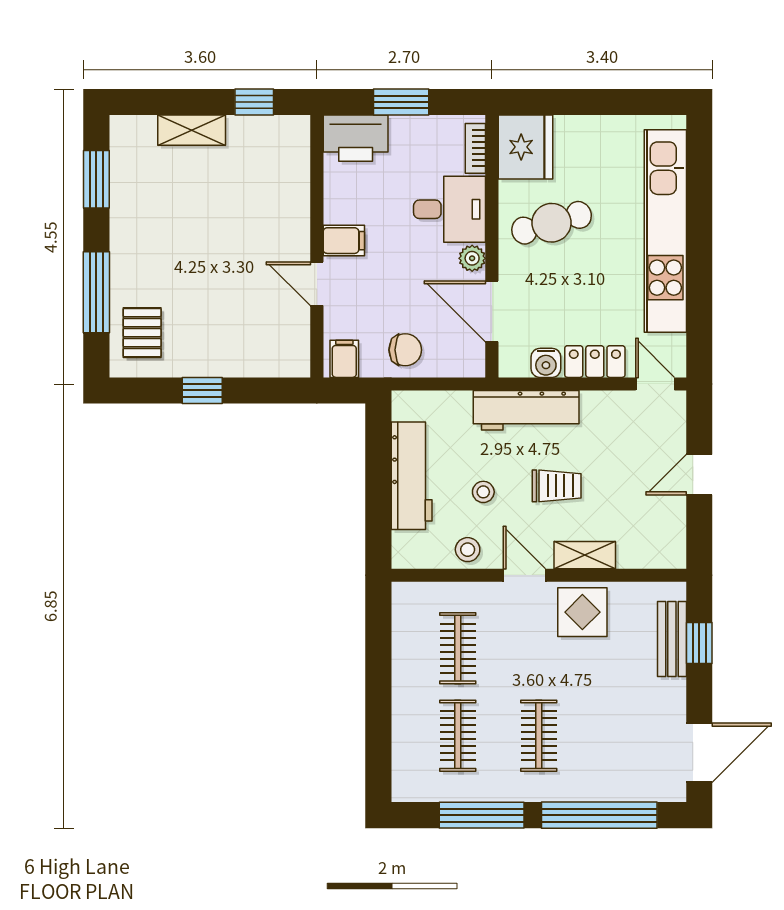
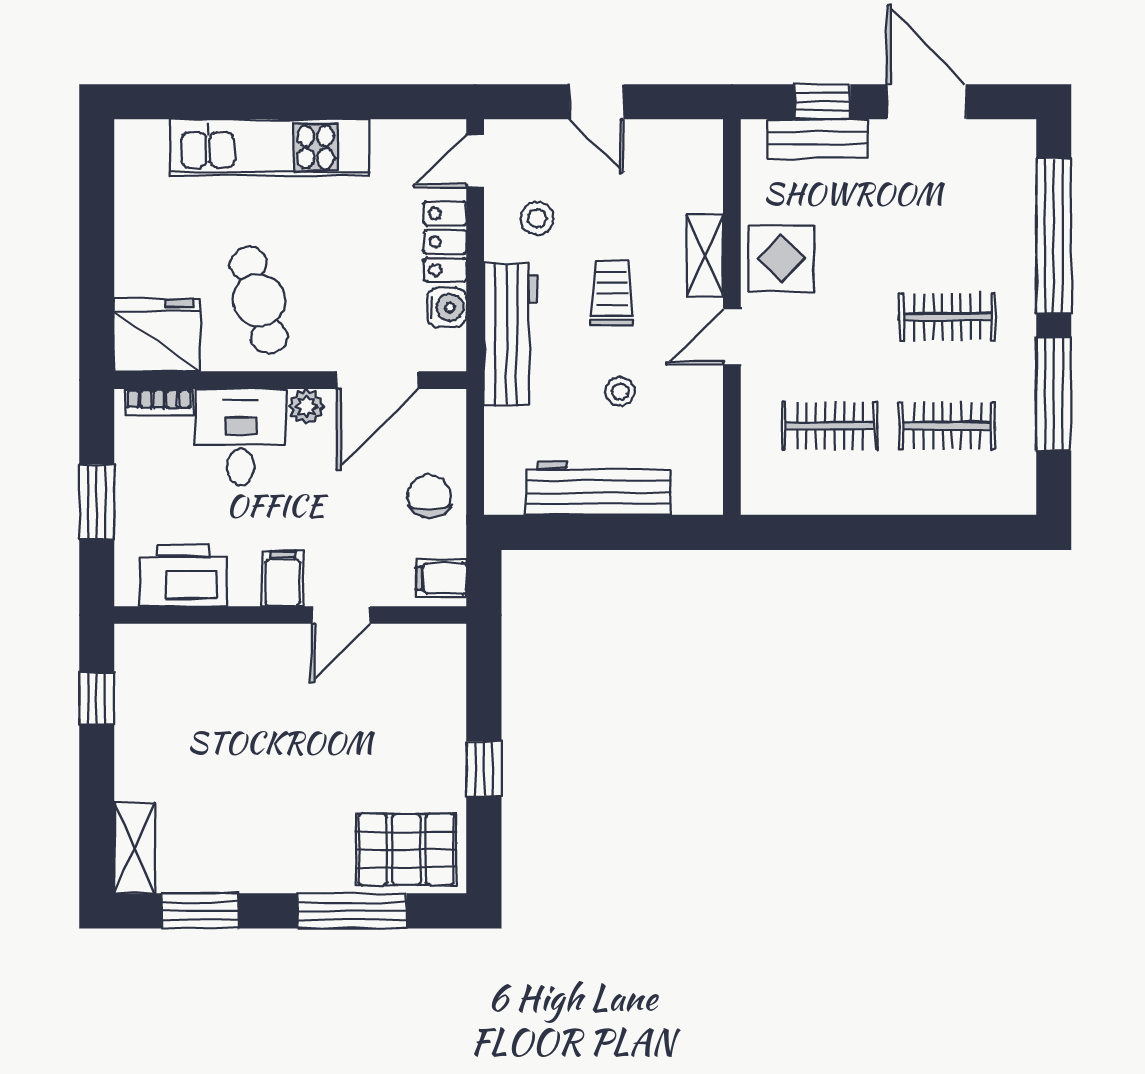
shelving: (192, 130) -> (134, 848), moved
printer: (356, 138) -> (183, 575), moved, turned -90
kitchen unit: (665, 231) -> (270, 147), width x0.73
pallet: (142, 333) -> (406, 850), width x1.50, depth x1.42
stool: (468, 550) -> (537, 218), moved
door: (699, 753) -> (927, 102), moved

